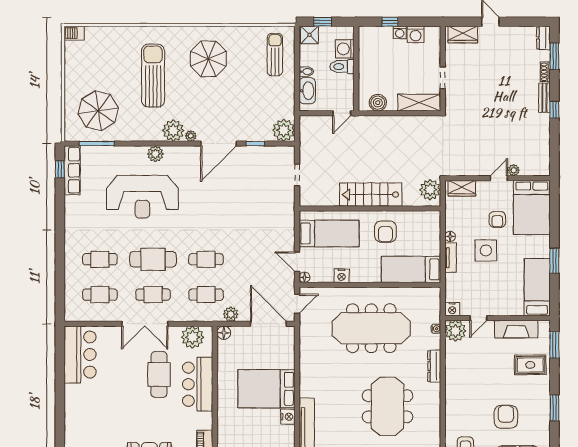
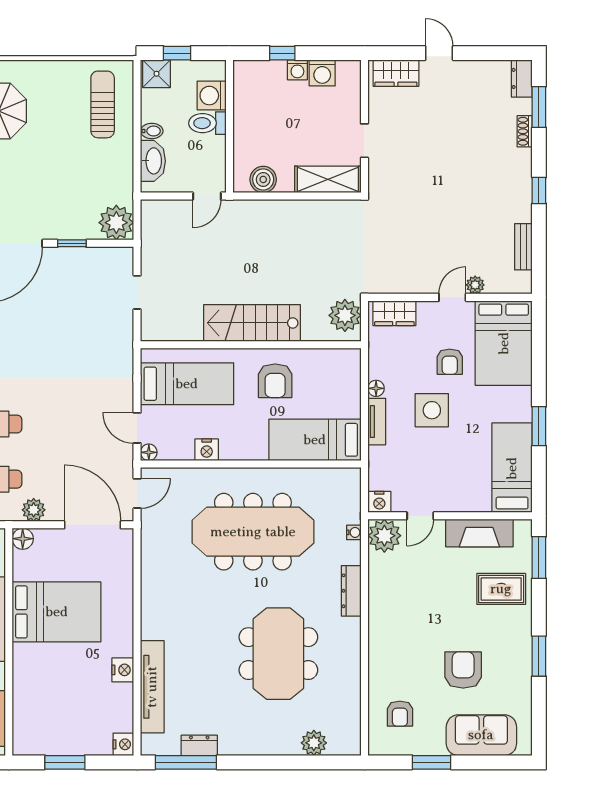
bench: (544, 98) -> (523, 247), moved
bed: (266, 389) -> (57, 612), moved, turned 180

